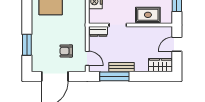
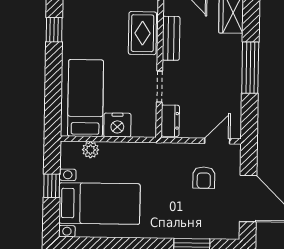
bench: (121, 67) -> (171, 38), moved
window: (114, 76) -> (250, 68), moved

